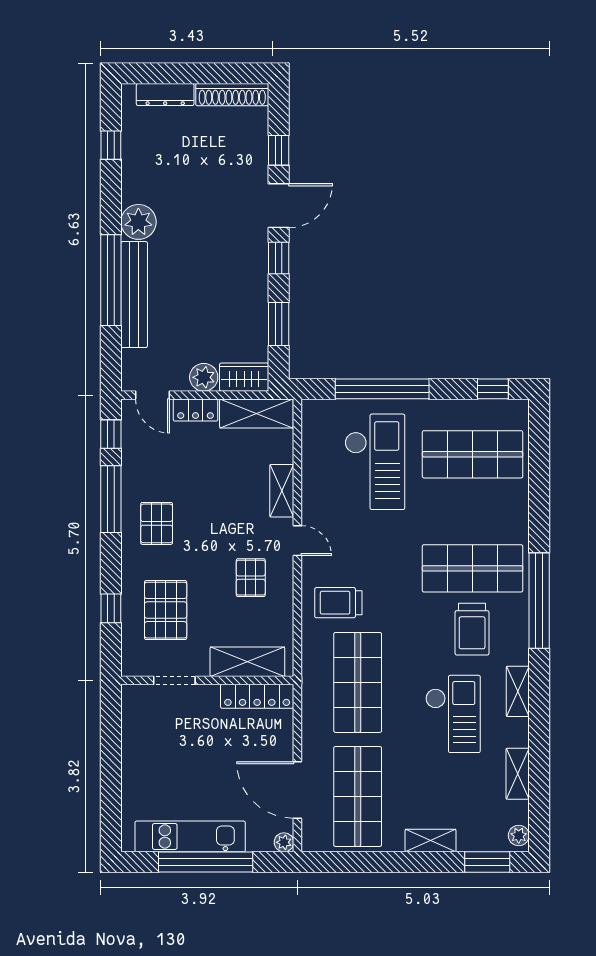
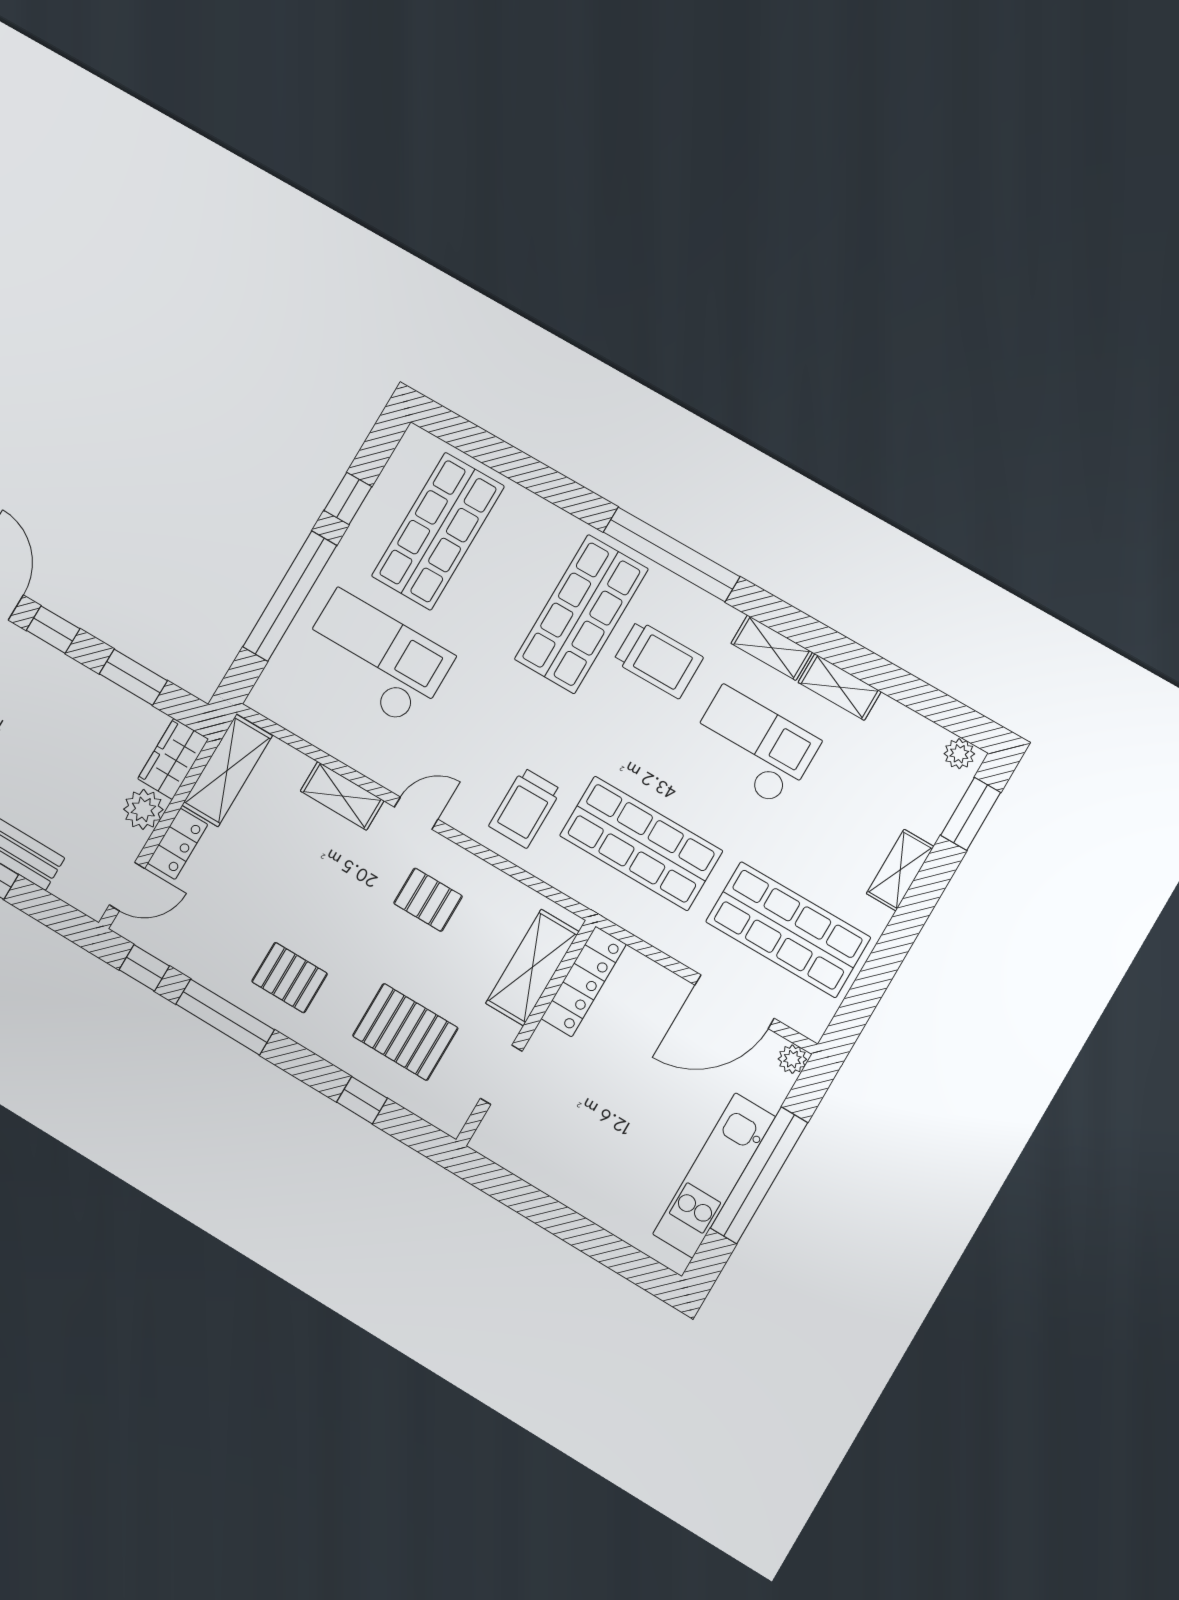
window: (493, 389) -> (348, 498), moved
shelving: (518, 774) -> (840, 687), moved

